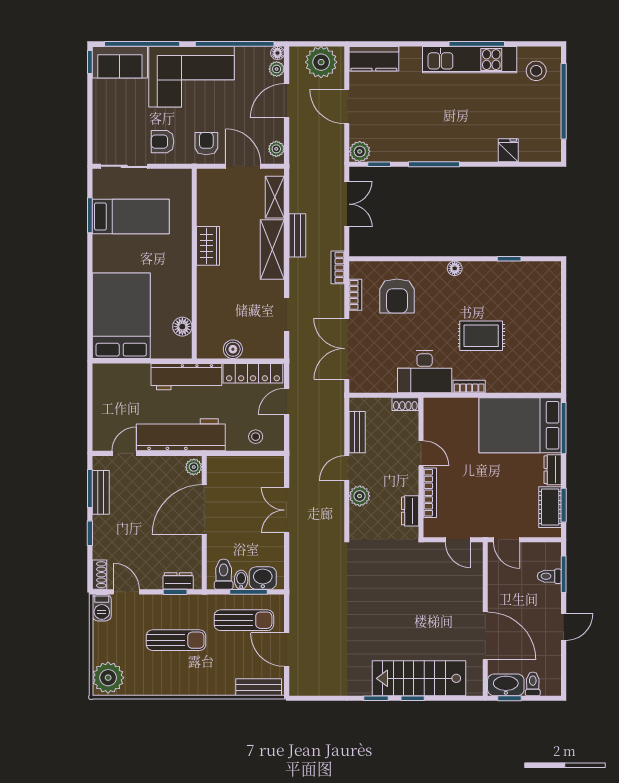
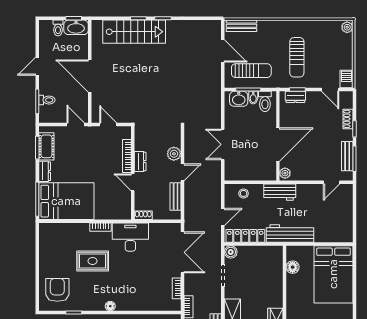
armchair: (397, 296) -> (57, 290), moved
boiler: (233, 349) -> (231, 252), moved
workbench: (181, 435) -> (280, 192), width x0.53, depth x0.76
double door: (287, 510) -> (223, 144), swing flipped
dresser: (410, 511) -> (140, 162), moved
shoe rack: (99, 575) -> (348, 119), moved
sun lounger: (244, 620) -> (251, 71), turned 180
door: (485, 636) -> (90, 76), moved
sun lounger: (176, 640) -> (297, 57), turned -90
plant: (108, 678) -> (347, 27), width x0.53, depth x0.53

